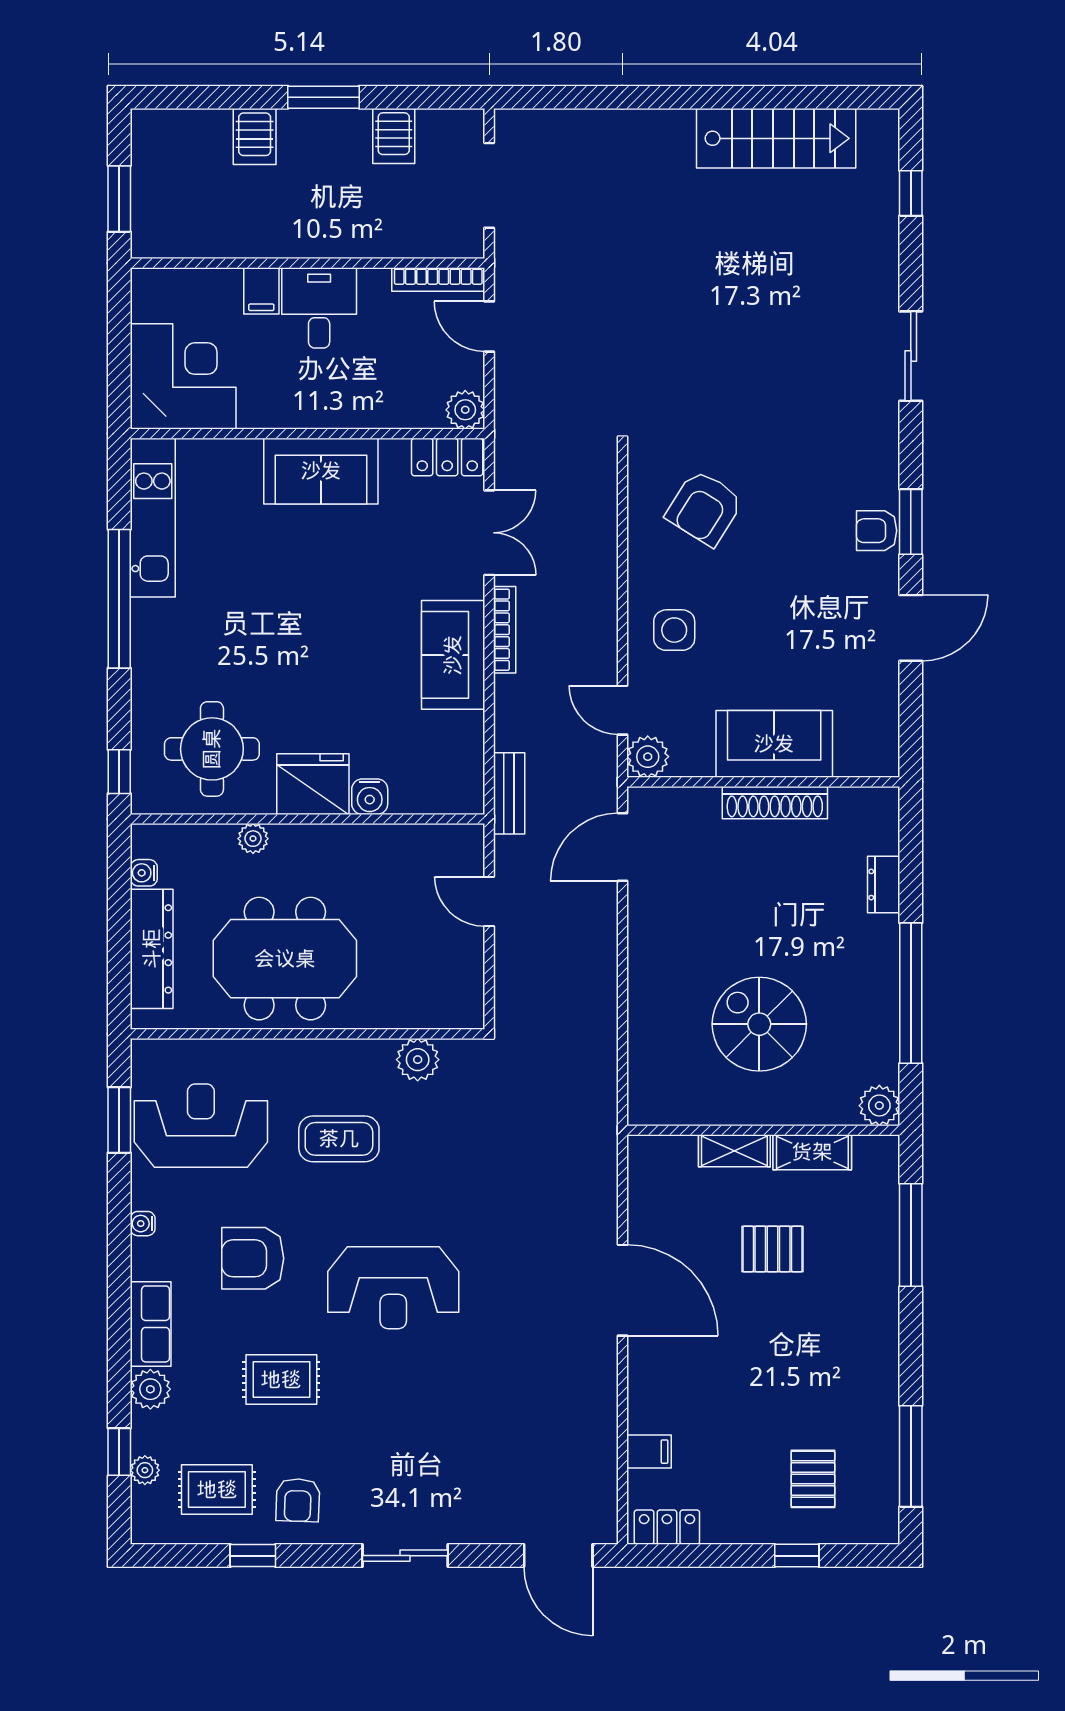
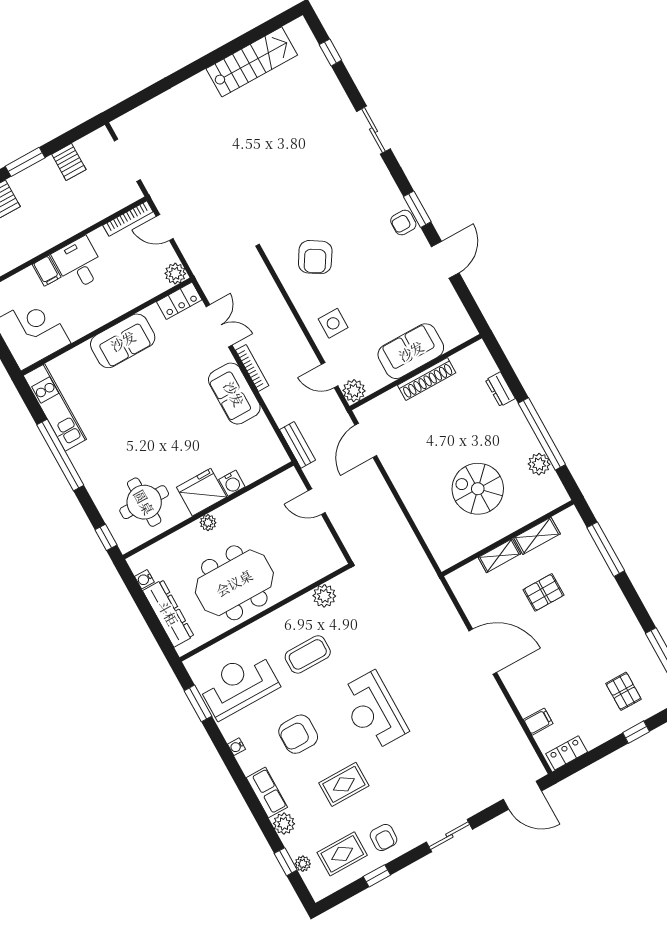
plant: (253, 839) -> (208, 523), moved
plant: (879, 1106) -> (539, 464), moved
reception desk: (393, 1288) -> (373, 711), turned 90

